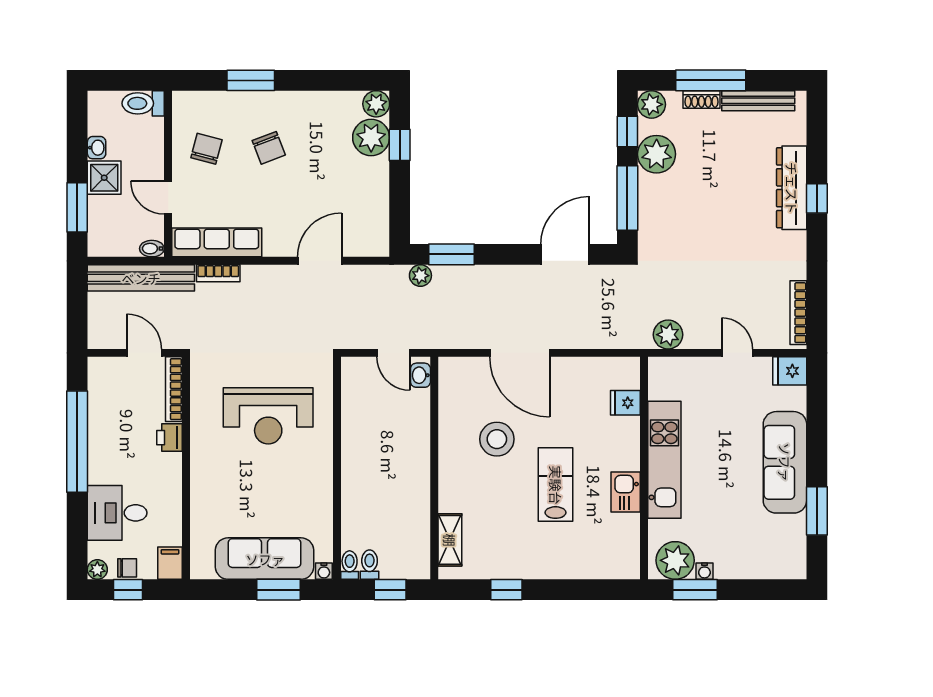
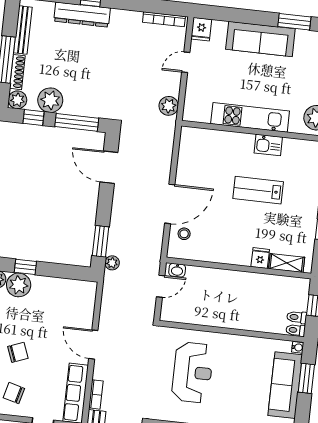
shoe rack: (701, 100) -> (17, 72), width x1.43
door: (320, 261) -> (93, 345), moved
fridge: (625, 403) -> (260, 258), moved, turned 180
stool: (497, 439) -> (184, 234), moved, width x0.53, depth x0.53

